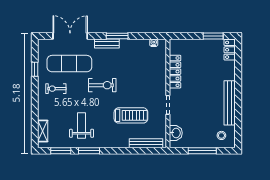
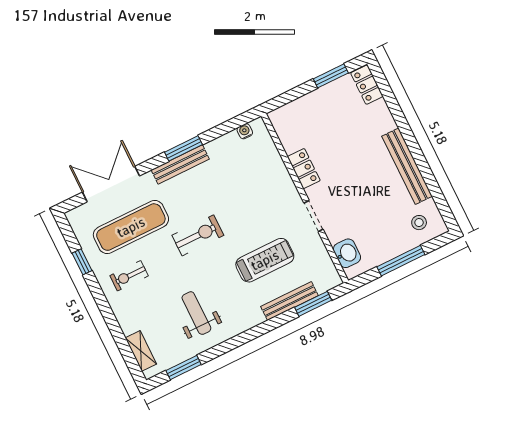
bench: (107, 44) -> (180, 164), width x1.36
locker: (175, 72) -> (304, 169), width x0.66
bench: (146, 143) -> (289, 301), moved
window: (89, 151) -> (313, 304), moved

